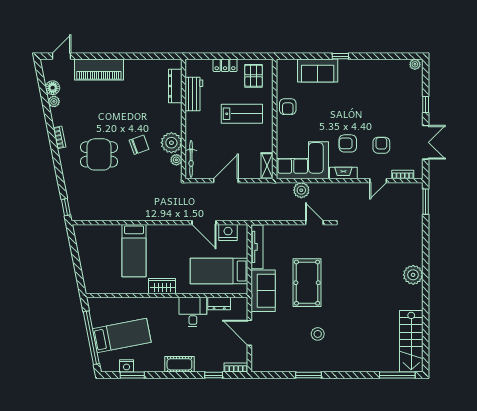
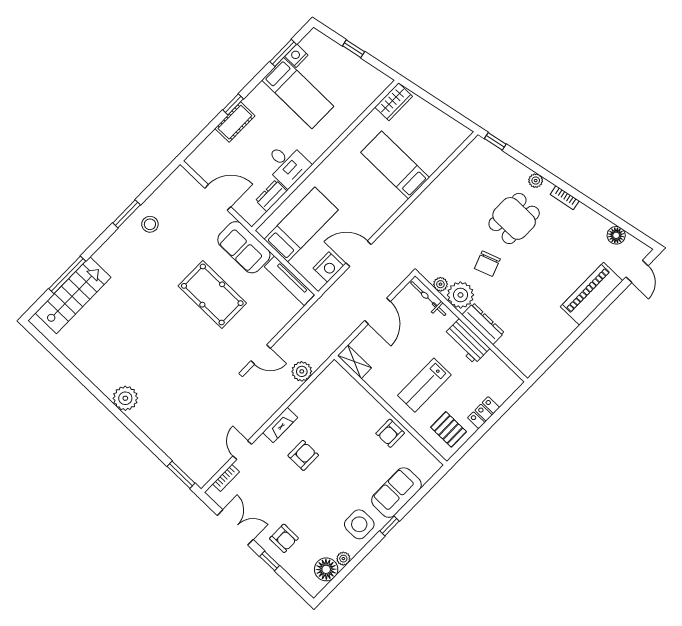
plant: (415, 64) -> (343, 559), moved
floor lamp: (399, 68) -> (326, 569), added
side table: (356, 74) -> (359, 524), added
dresser: (175, 86) -> (483, 324), moved
workbench: (194, 94) -> (467, 341), moved
plant: (54, 101) -> (536, 181), moved
armchair: (288, 107) -> (390, 433), turned -90
double door: (426, 142) -> (235, 527), swing flipped
armchair: (381, 145) -> (284, 538), moved
corner sofa: (302, 160) -> (328, 399), removed
wardrobe: (162, 286) -> (394, 102), moved
stool: (318, 334) -> (150, 224), moved
bed: (122, 335) -> (298, 93), moved, turned -79
window: (91, 338) -> (354, 49), width x0.32
stairs: (411, 341) -> (73, 295), moved, turned 90
cot: (179, 364) -> (235, 122), moved
bookcase: (236, 368) -> (198, 154), removed
window: (214, 375) -> (233, 104), moved
window: (397, 375) -> (67, 275), moved

